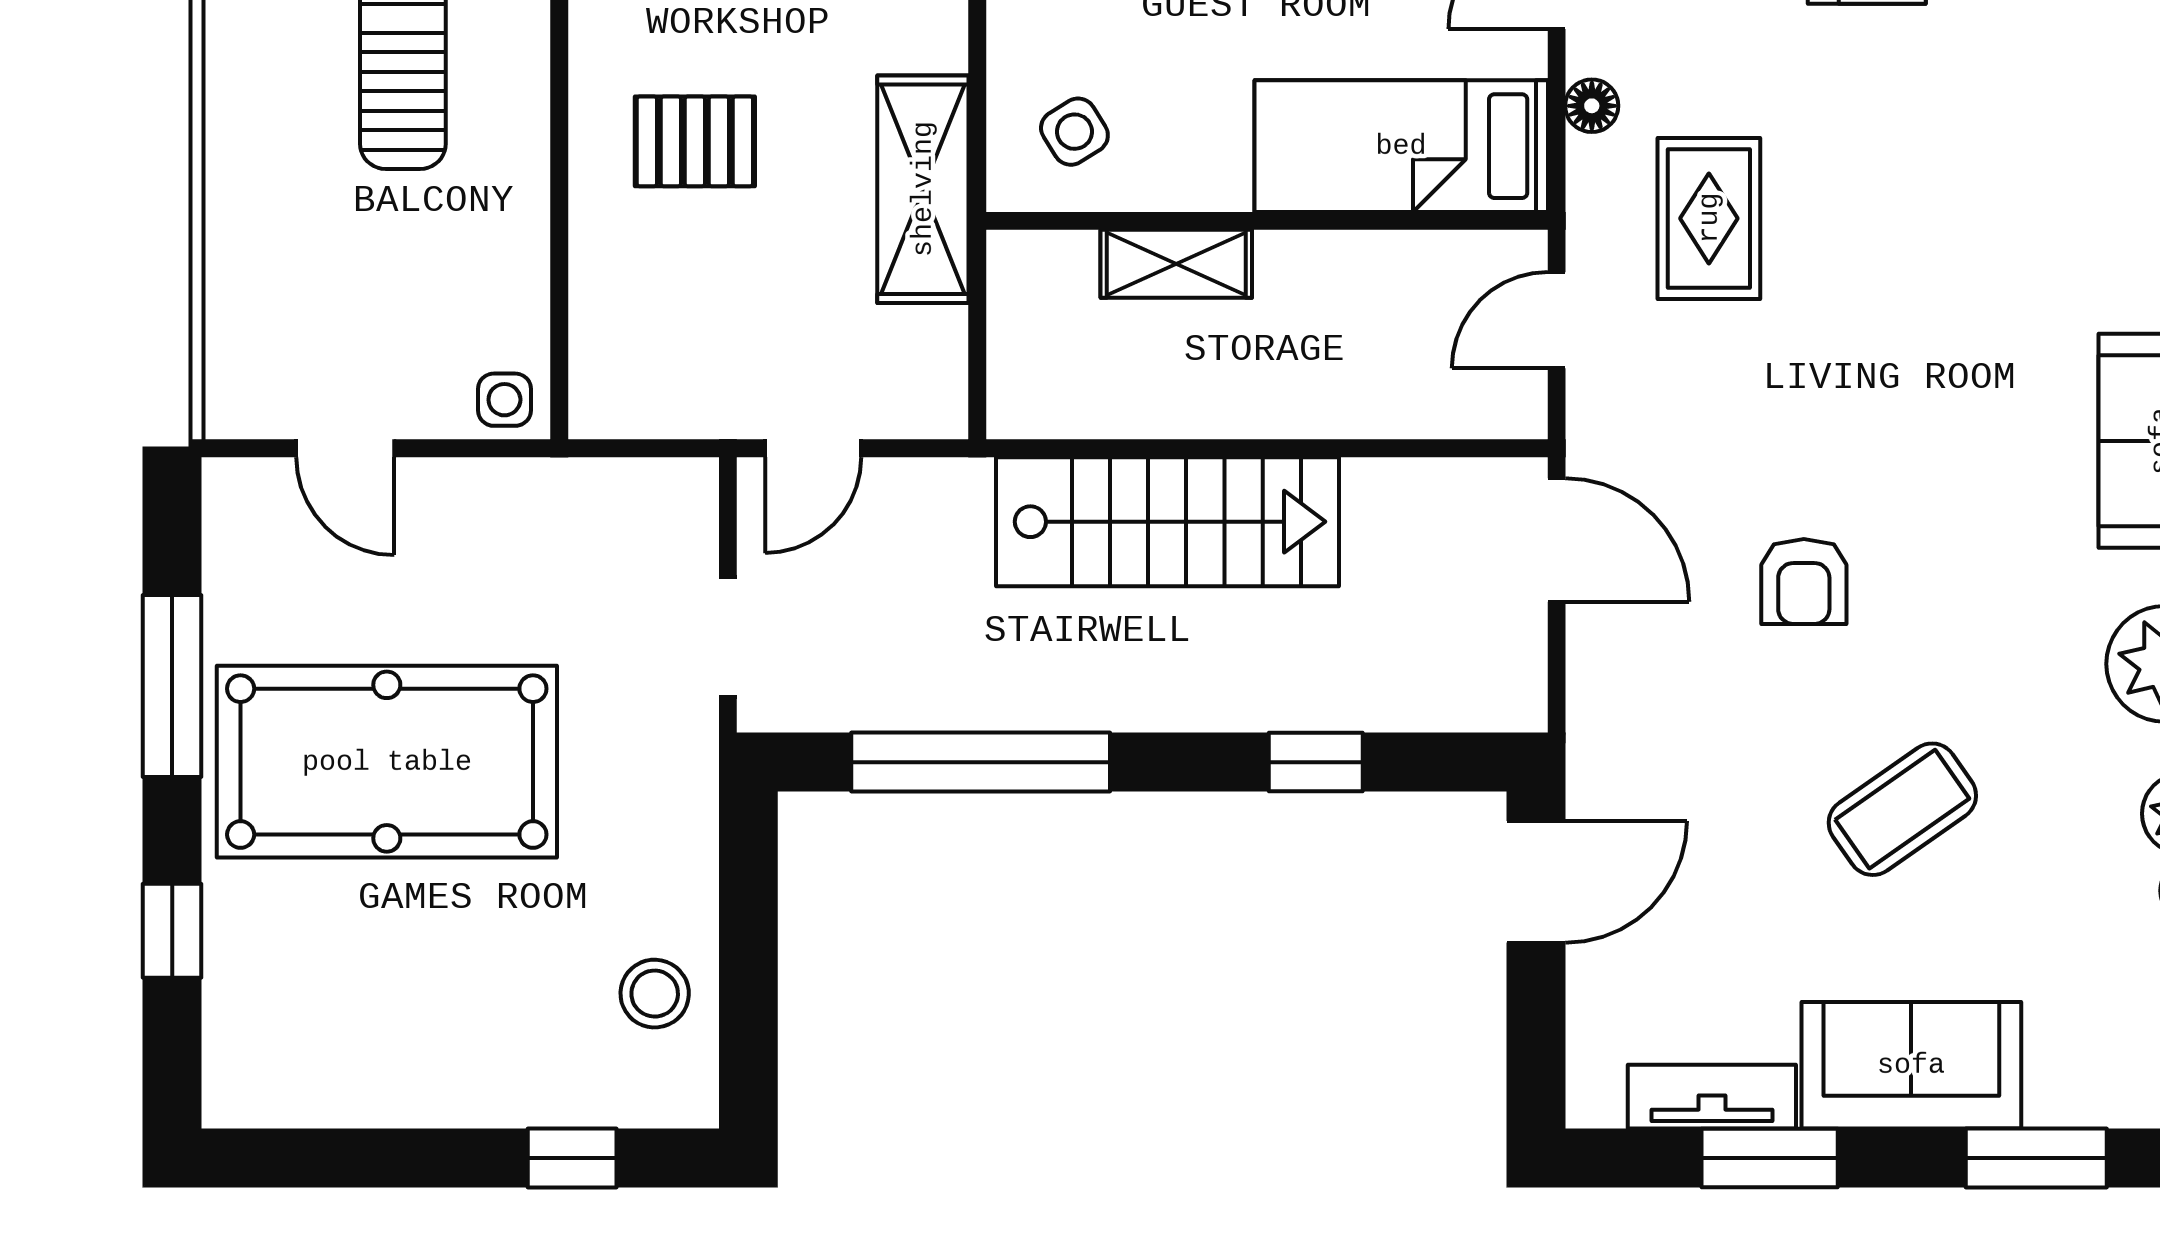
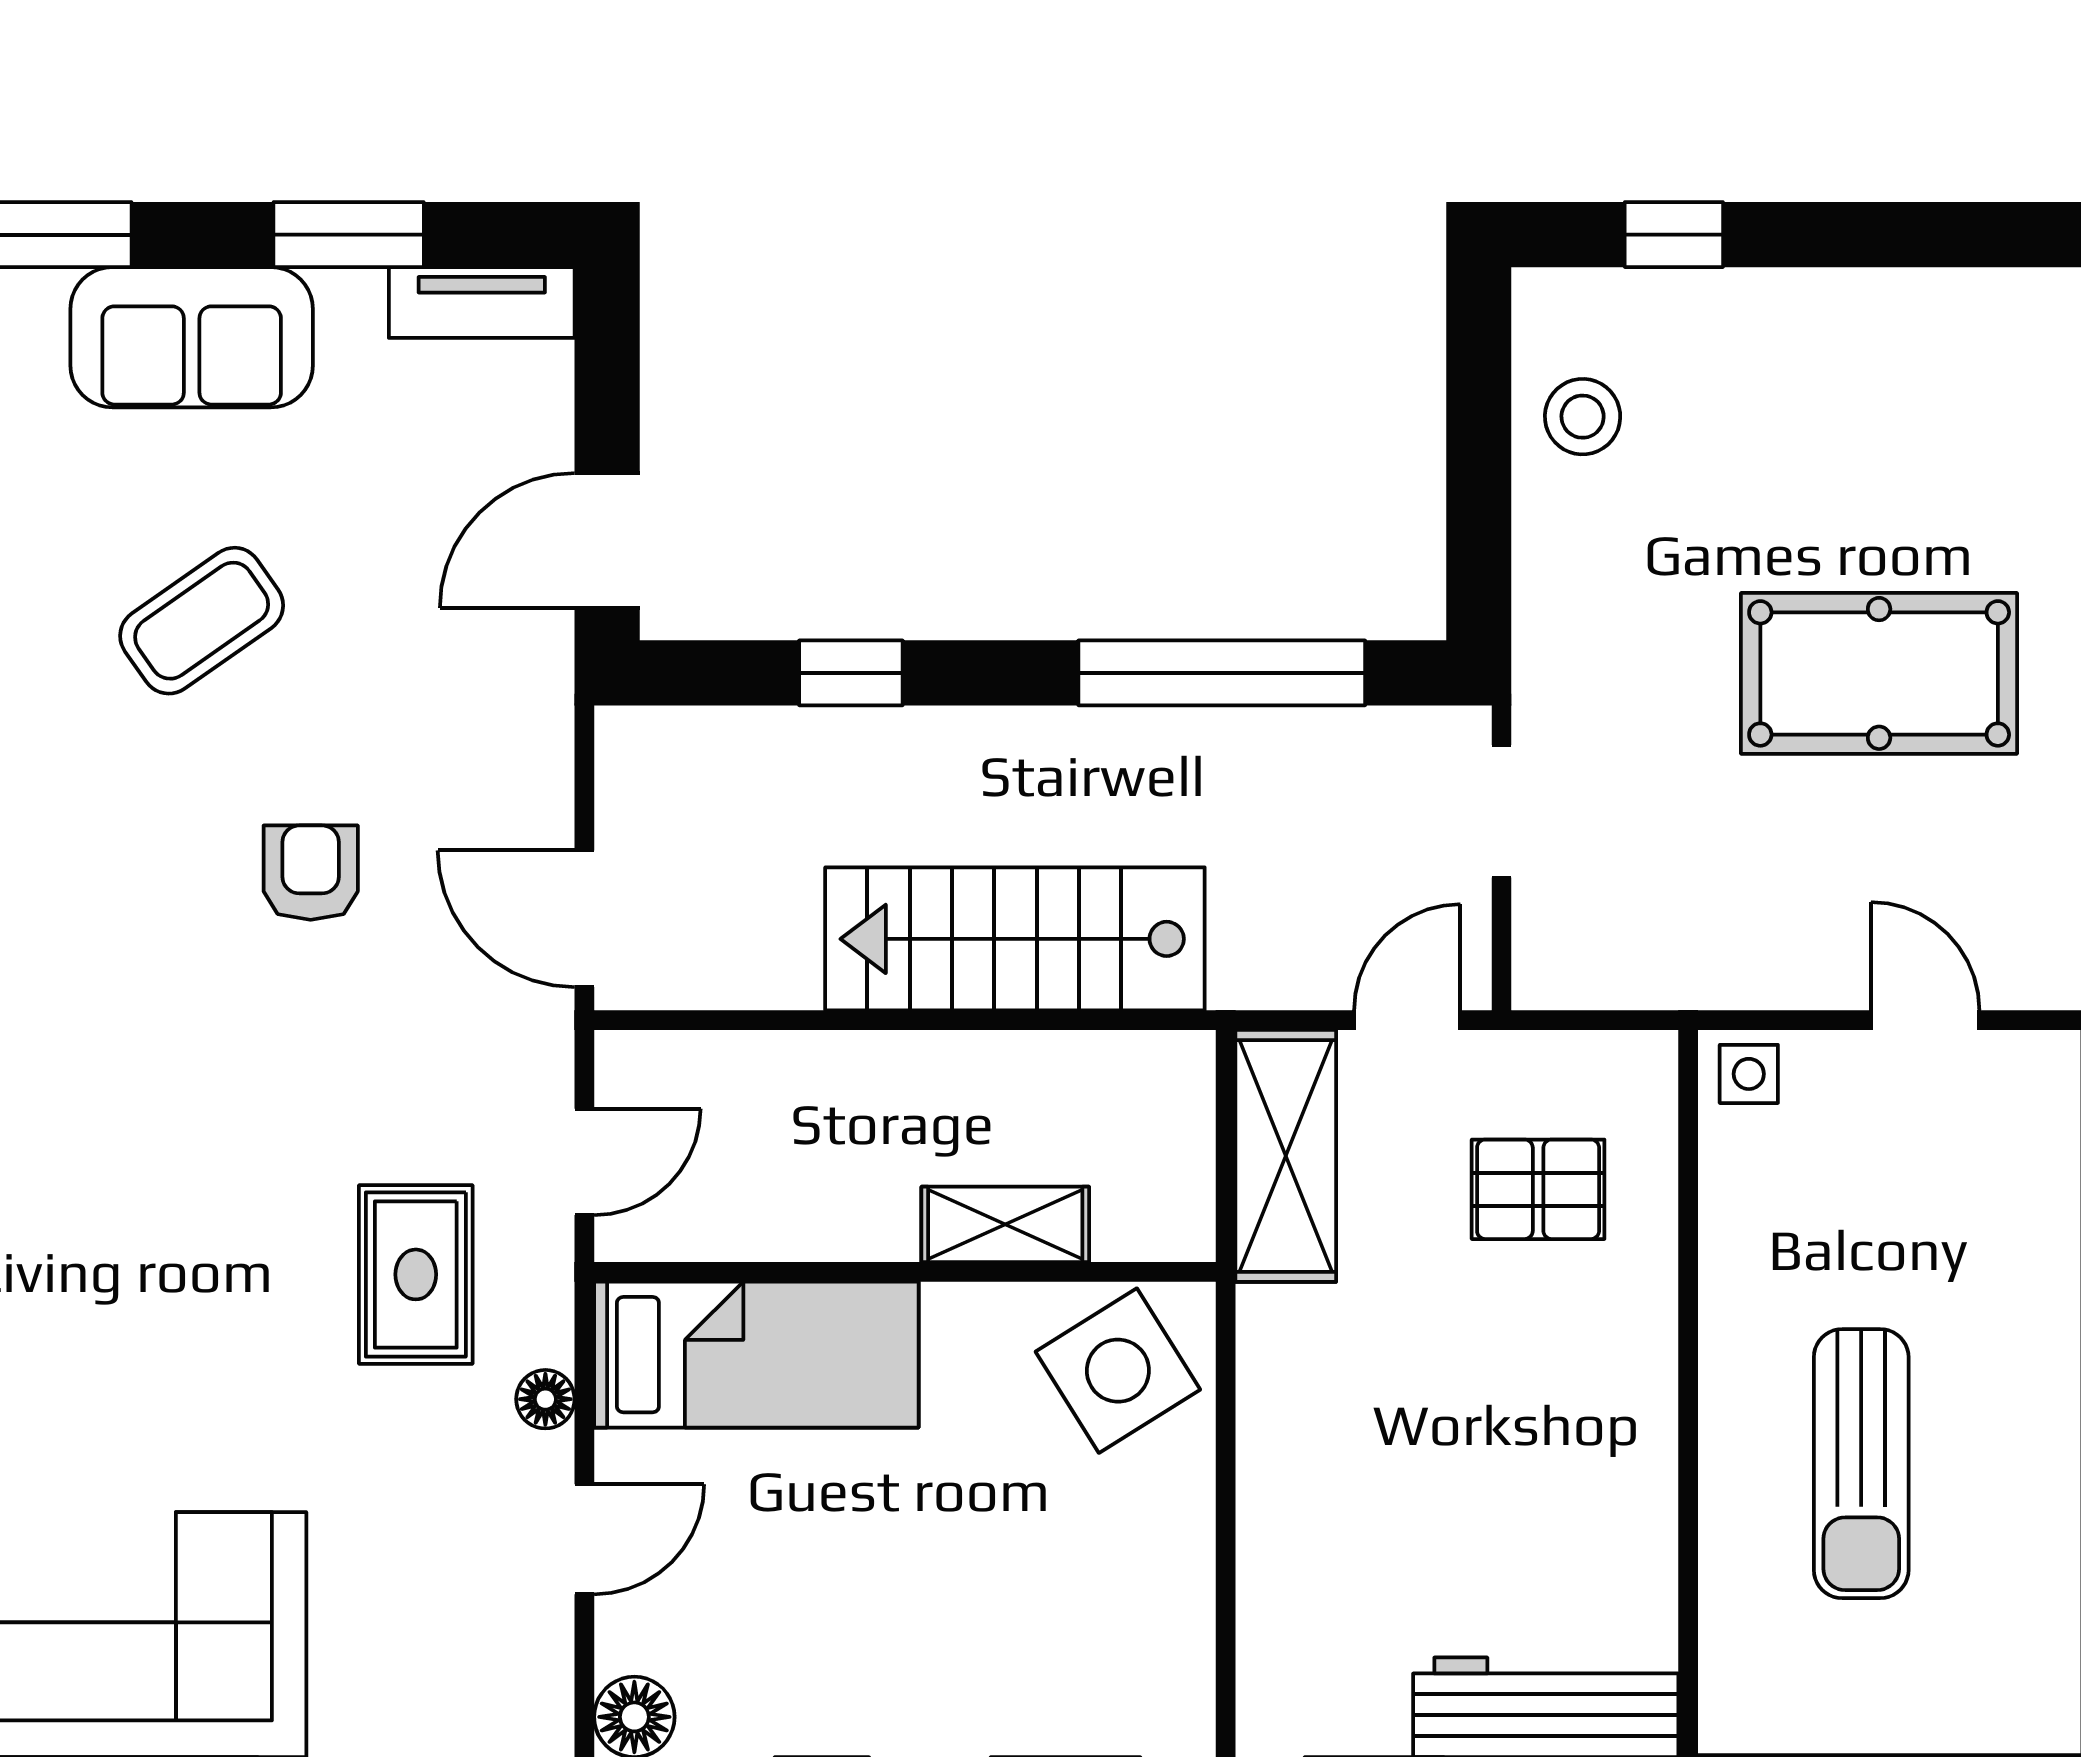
side table: (1074, 132) -> (1118, 1371), width x1.87, depth x1.87
pallet: (695, 141) -> (1538, 1189), moved
shelving: (923, 189) -> (1286, 1156), moved
pool table: (387, 762) -> (1879, 673), width x0.73, depth x0.76
tv unit: (1712, 1097) -> (482, 302), moved

